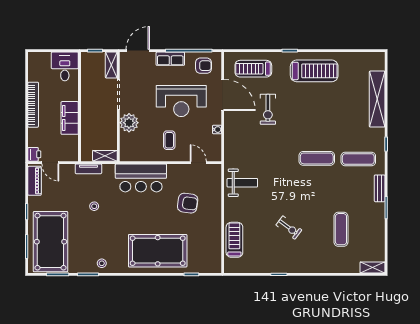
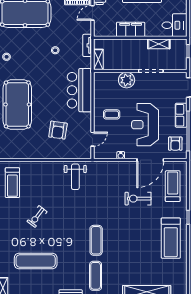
shelving: (111, 65) -> (159, 44), moved
exercise mat: (341, 229) -> (36, 261), width x1.36, depth x1.45
treadmill: (234, 240) -> (12, 183), moved, turned 90

